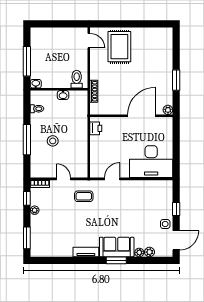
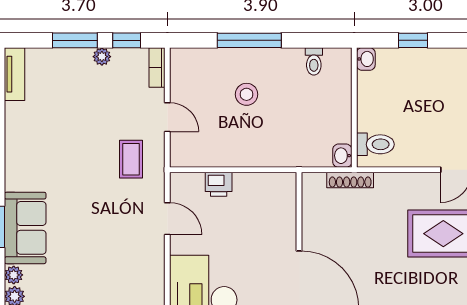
window: (27, 61) -> (413, 40), width x0.46
washbasin: (63, 95) -> (342, 156), moved
printer: (96, 128) -> (219, 184), moved
door: (64, 179) -> (167, 117), hinge flipped
window: (27, 238) -> (75, 40), moved
tv unit: (86, 252) -> (15, 74), moved

